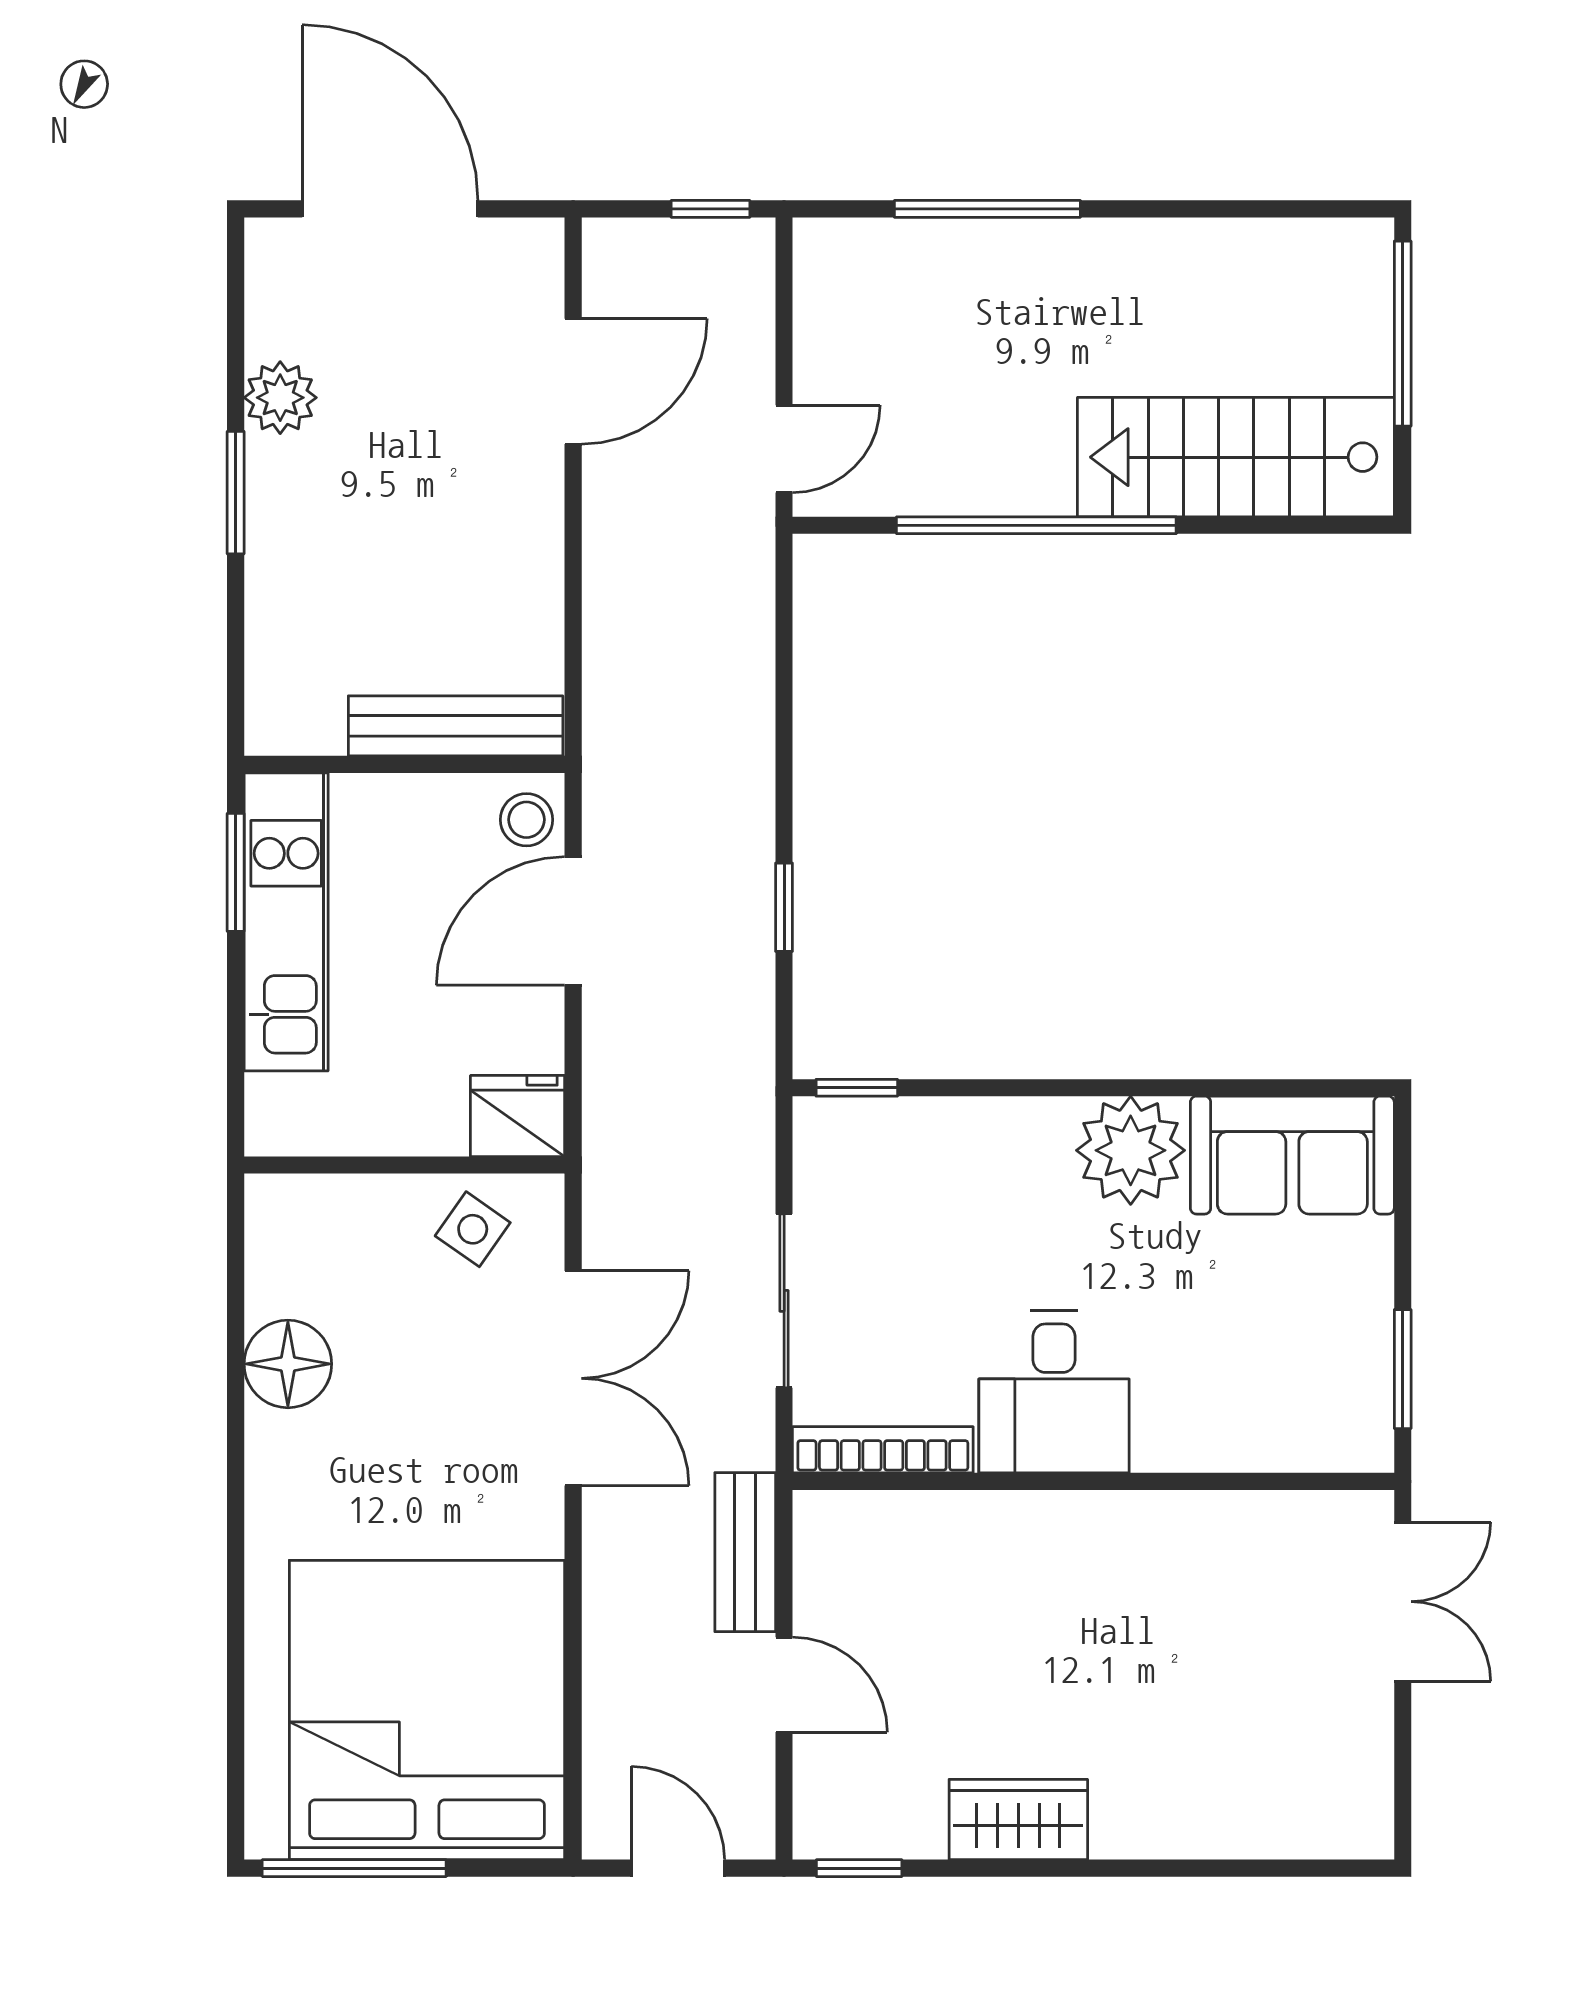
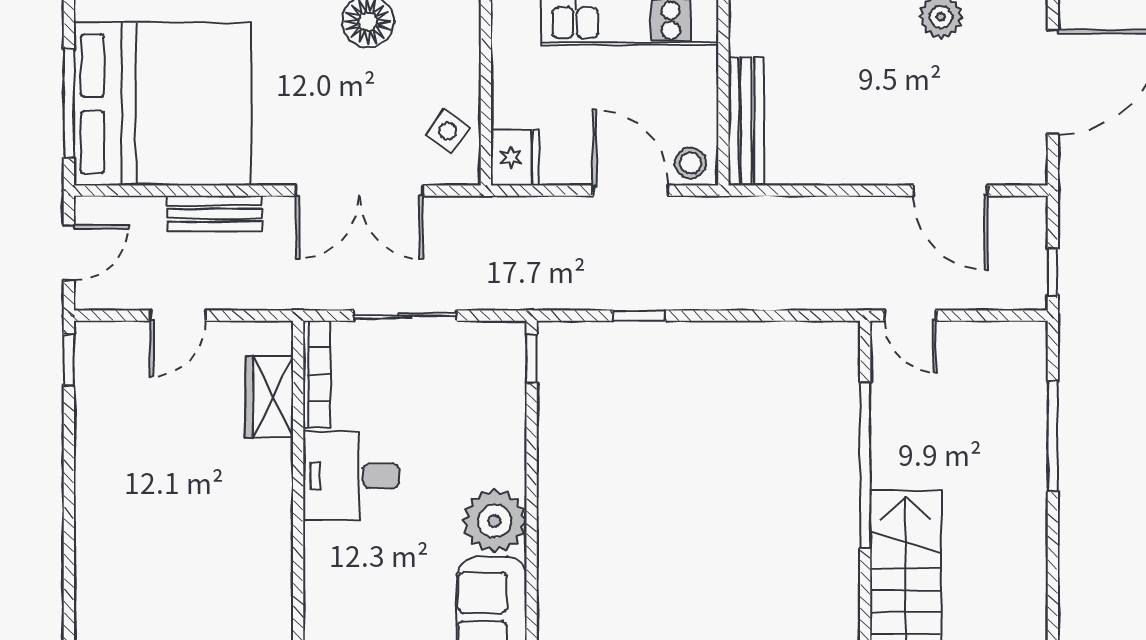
bench: (745, 1552) -> (215, 214), moved
wardrobe: (1018, 1819) -> (269, 397), moved, turned 180
window: (354, 1868) -> (69, 104), moved

